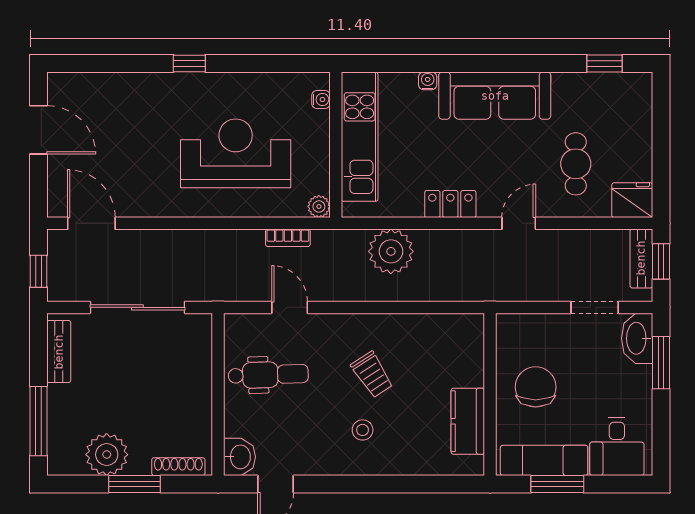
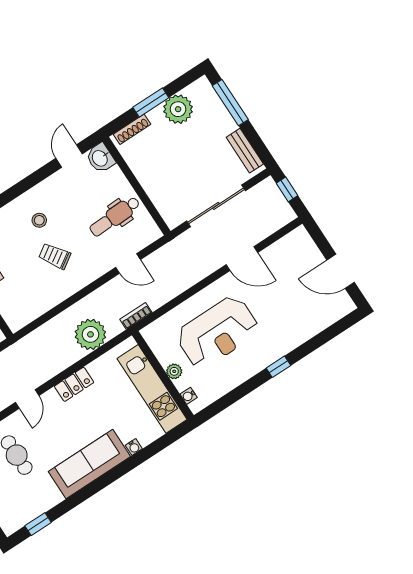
plant: (319, 206) -> (174, 371), moved
door: (91, 223) -> (242, 259), moved
bookcase: (288, 238) -> (136, 316), moved

